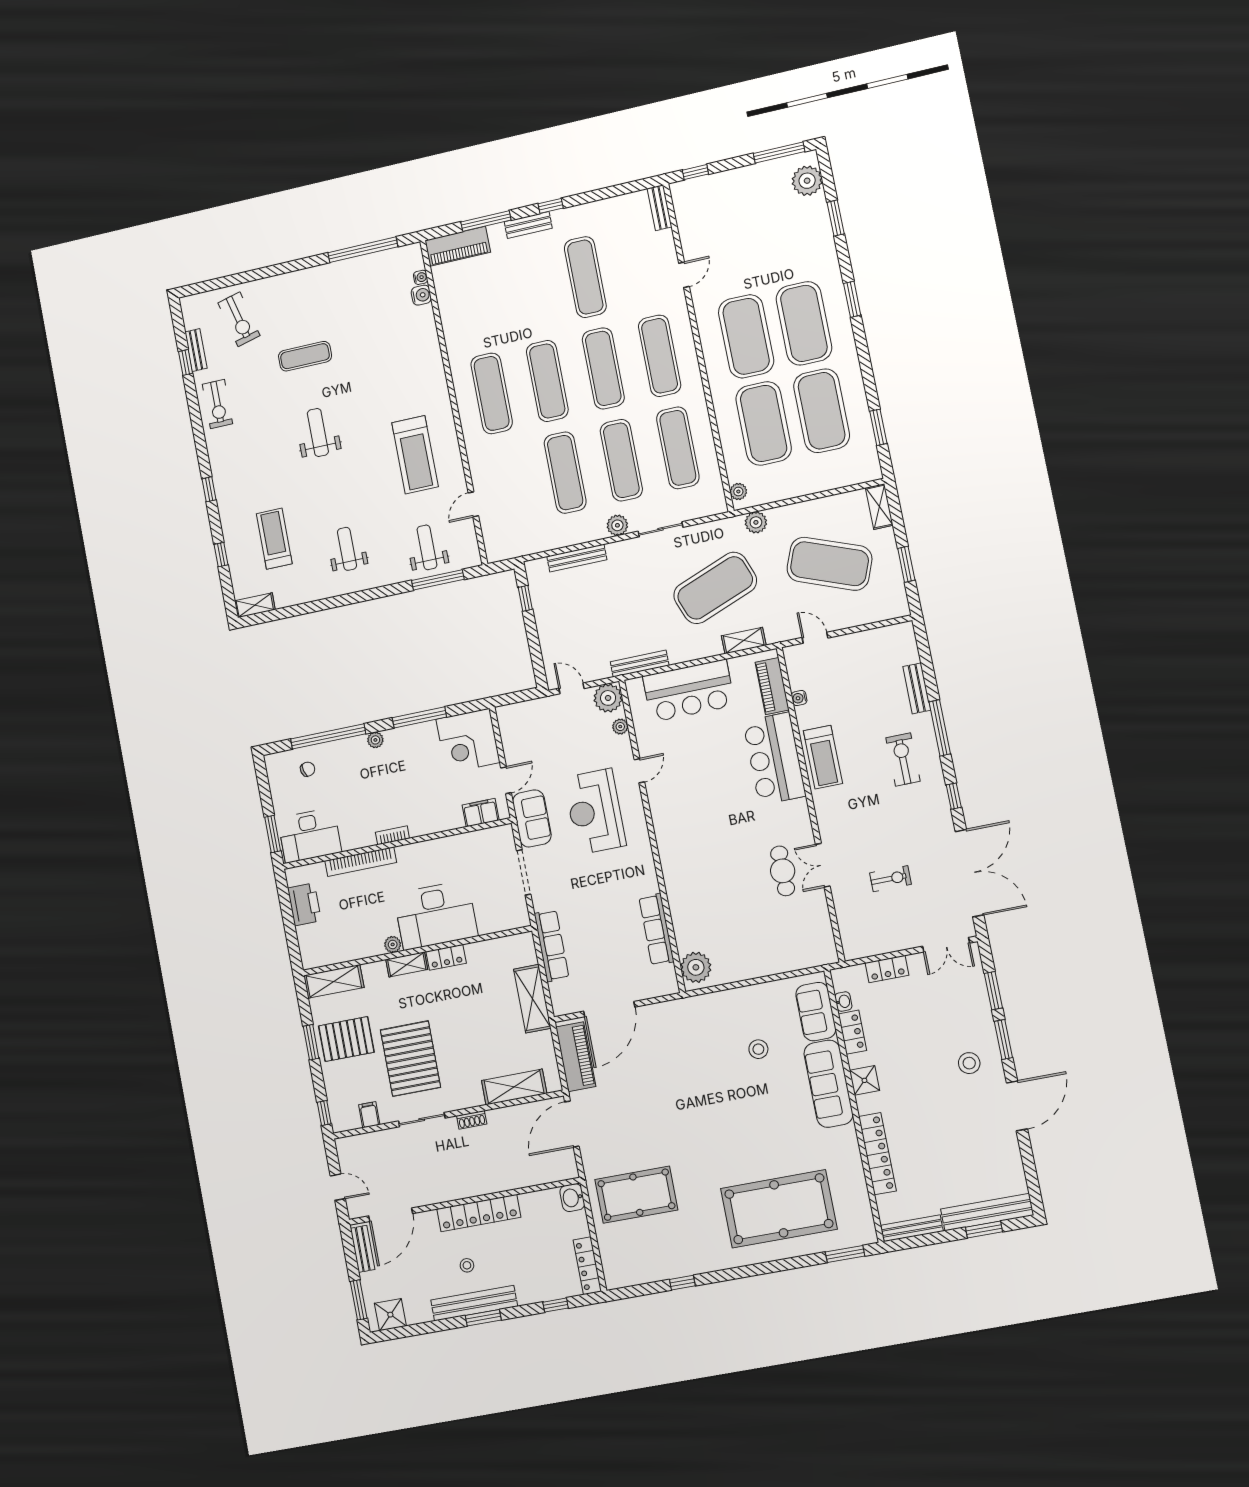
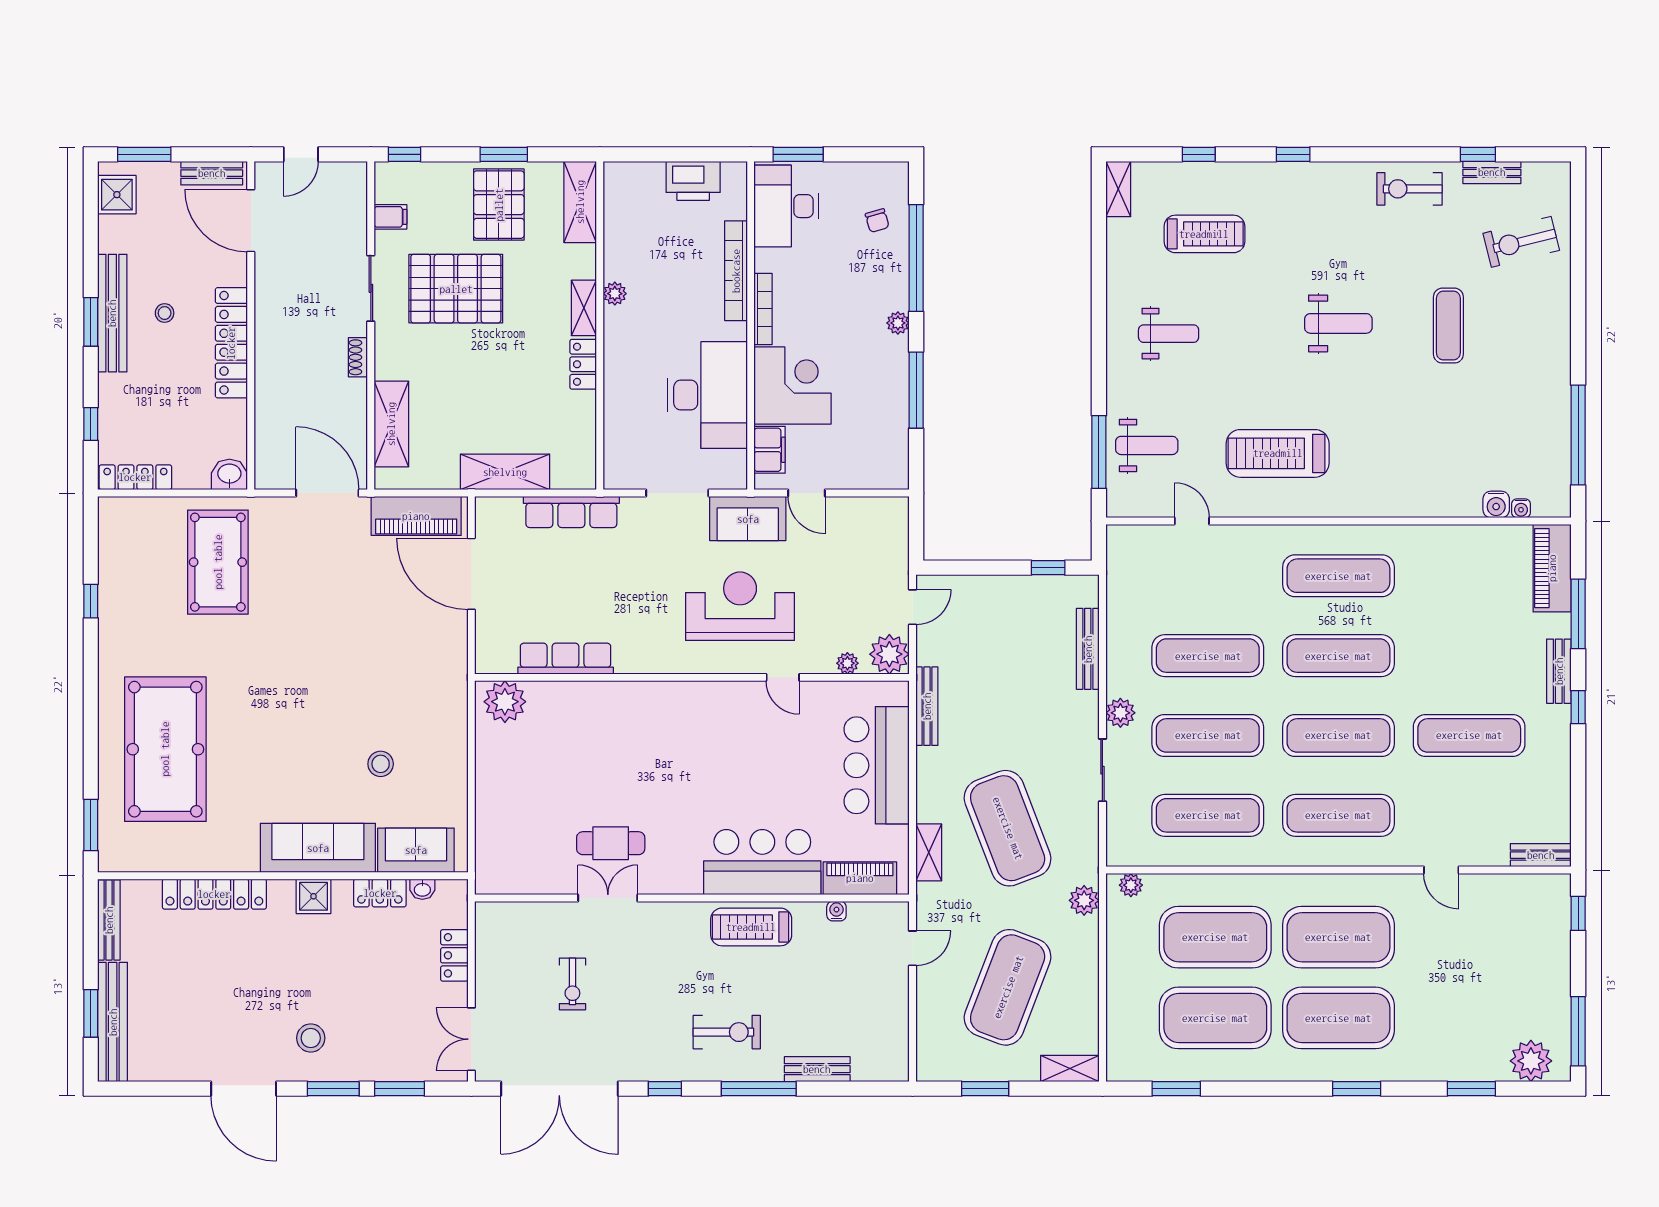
corner desk: (468, 741) -> (793, 385), moved, turned 90
bookcase: (392, 835) -> (763, 309), width x1.56
desk: (436, 915) -> (707, 395), moved, turned 180

